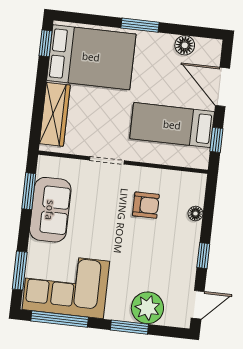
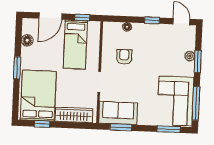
window: (46, 43) -> (42, 124), moved
sofa: (50, 210) -> (118, 113), moved
plant: (147, 308) -> (190, 56), width x0.53, depth x0.53

